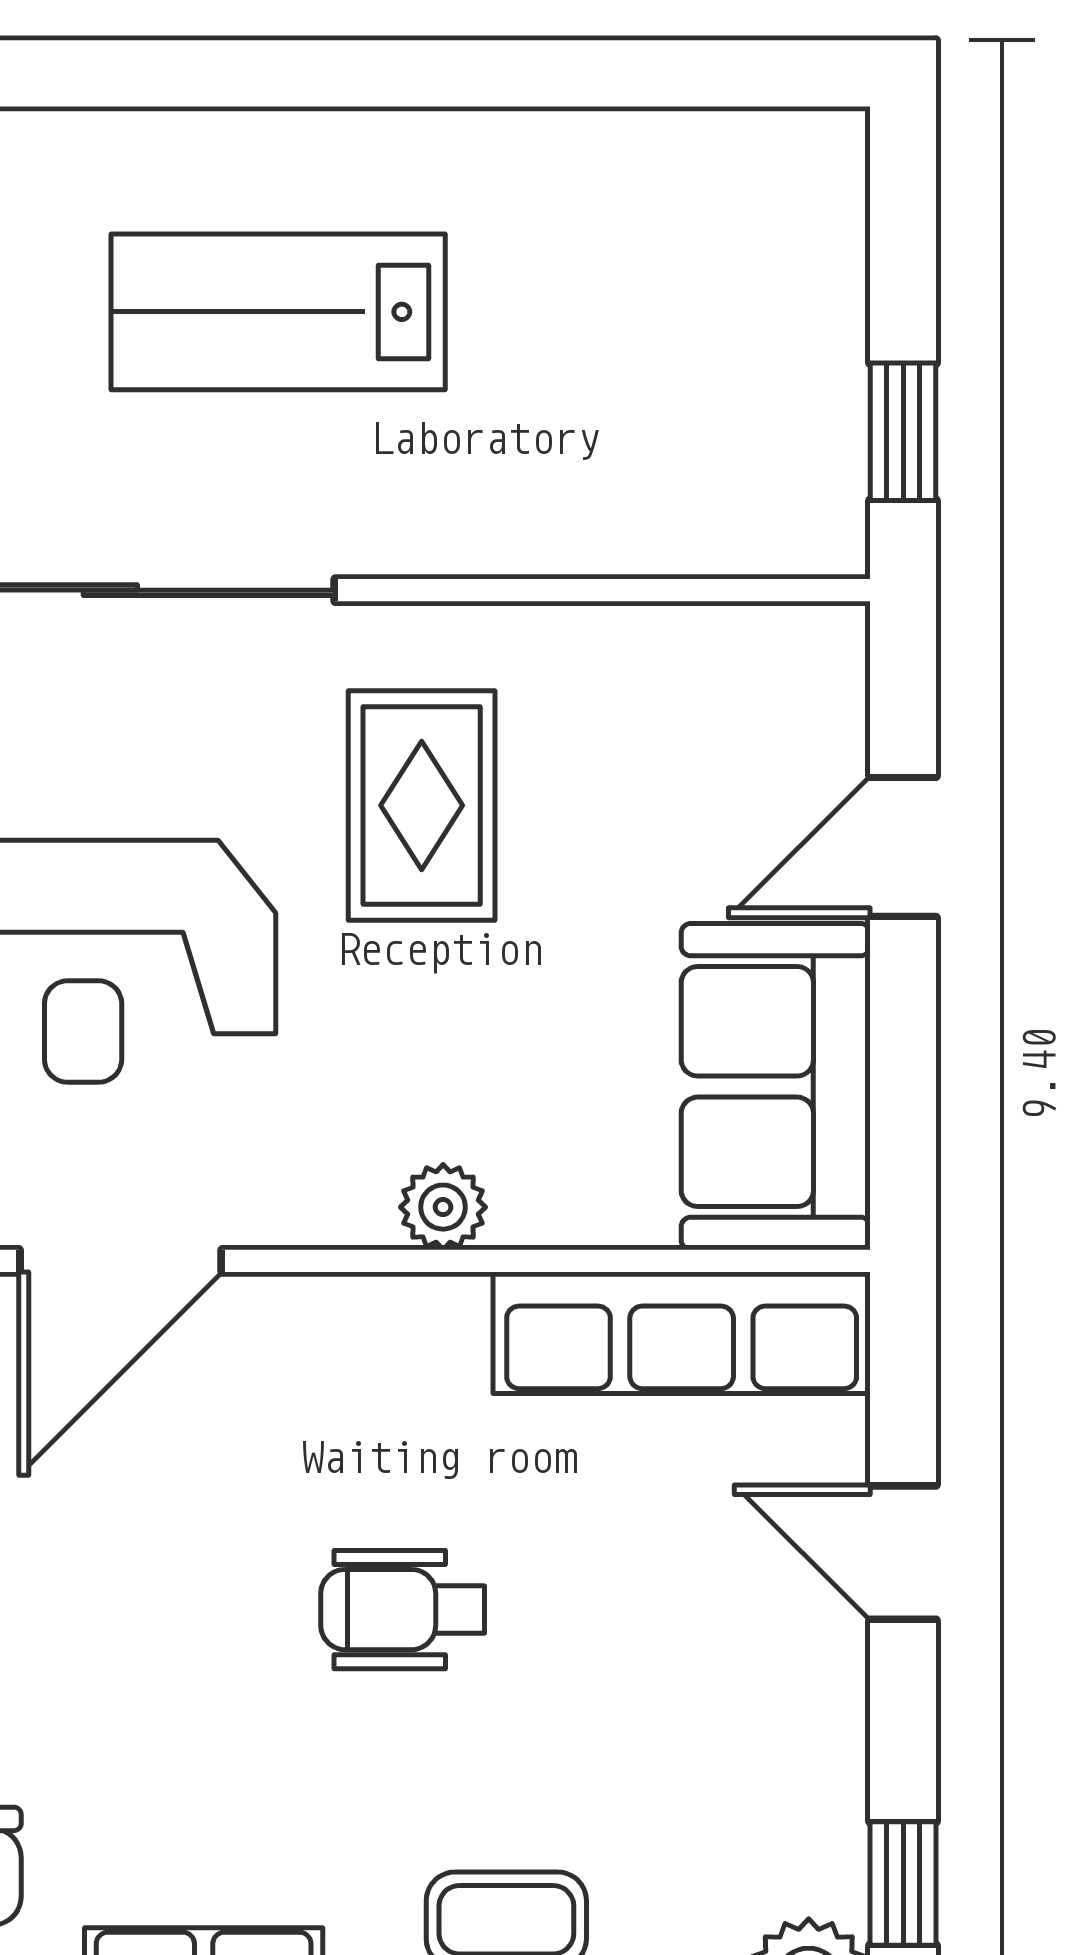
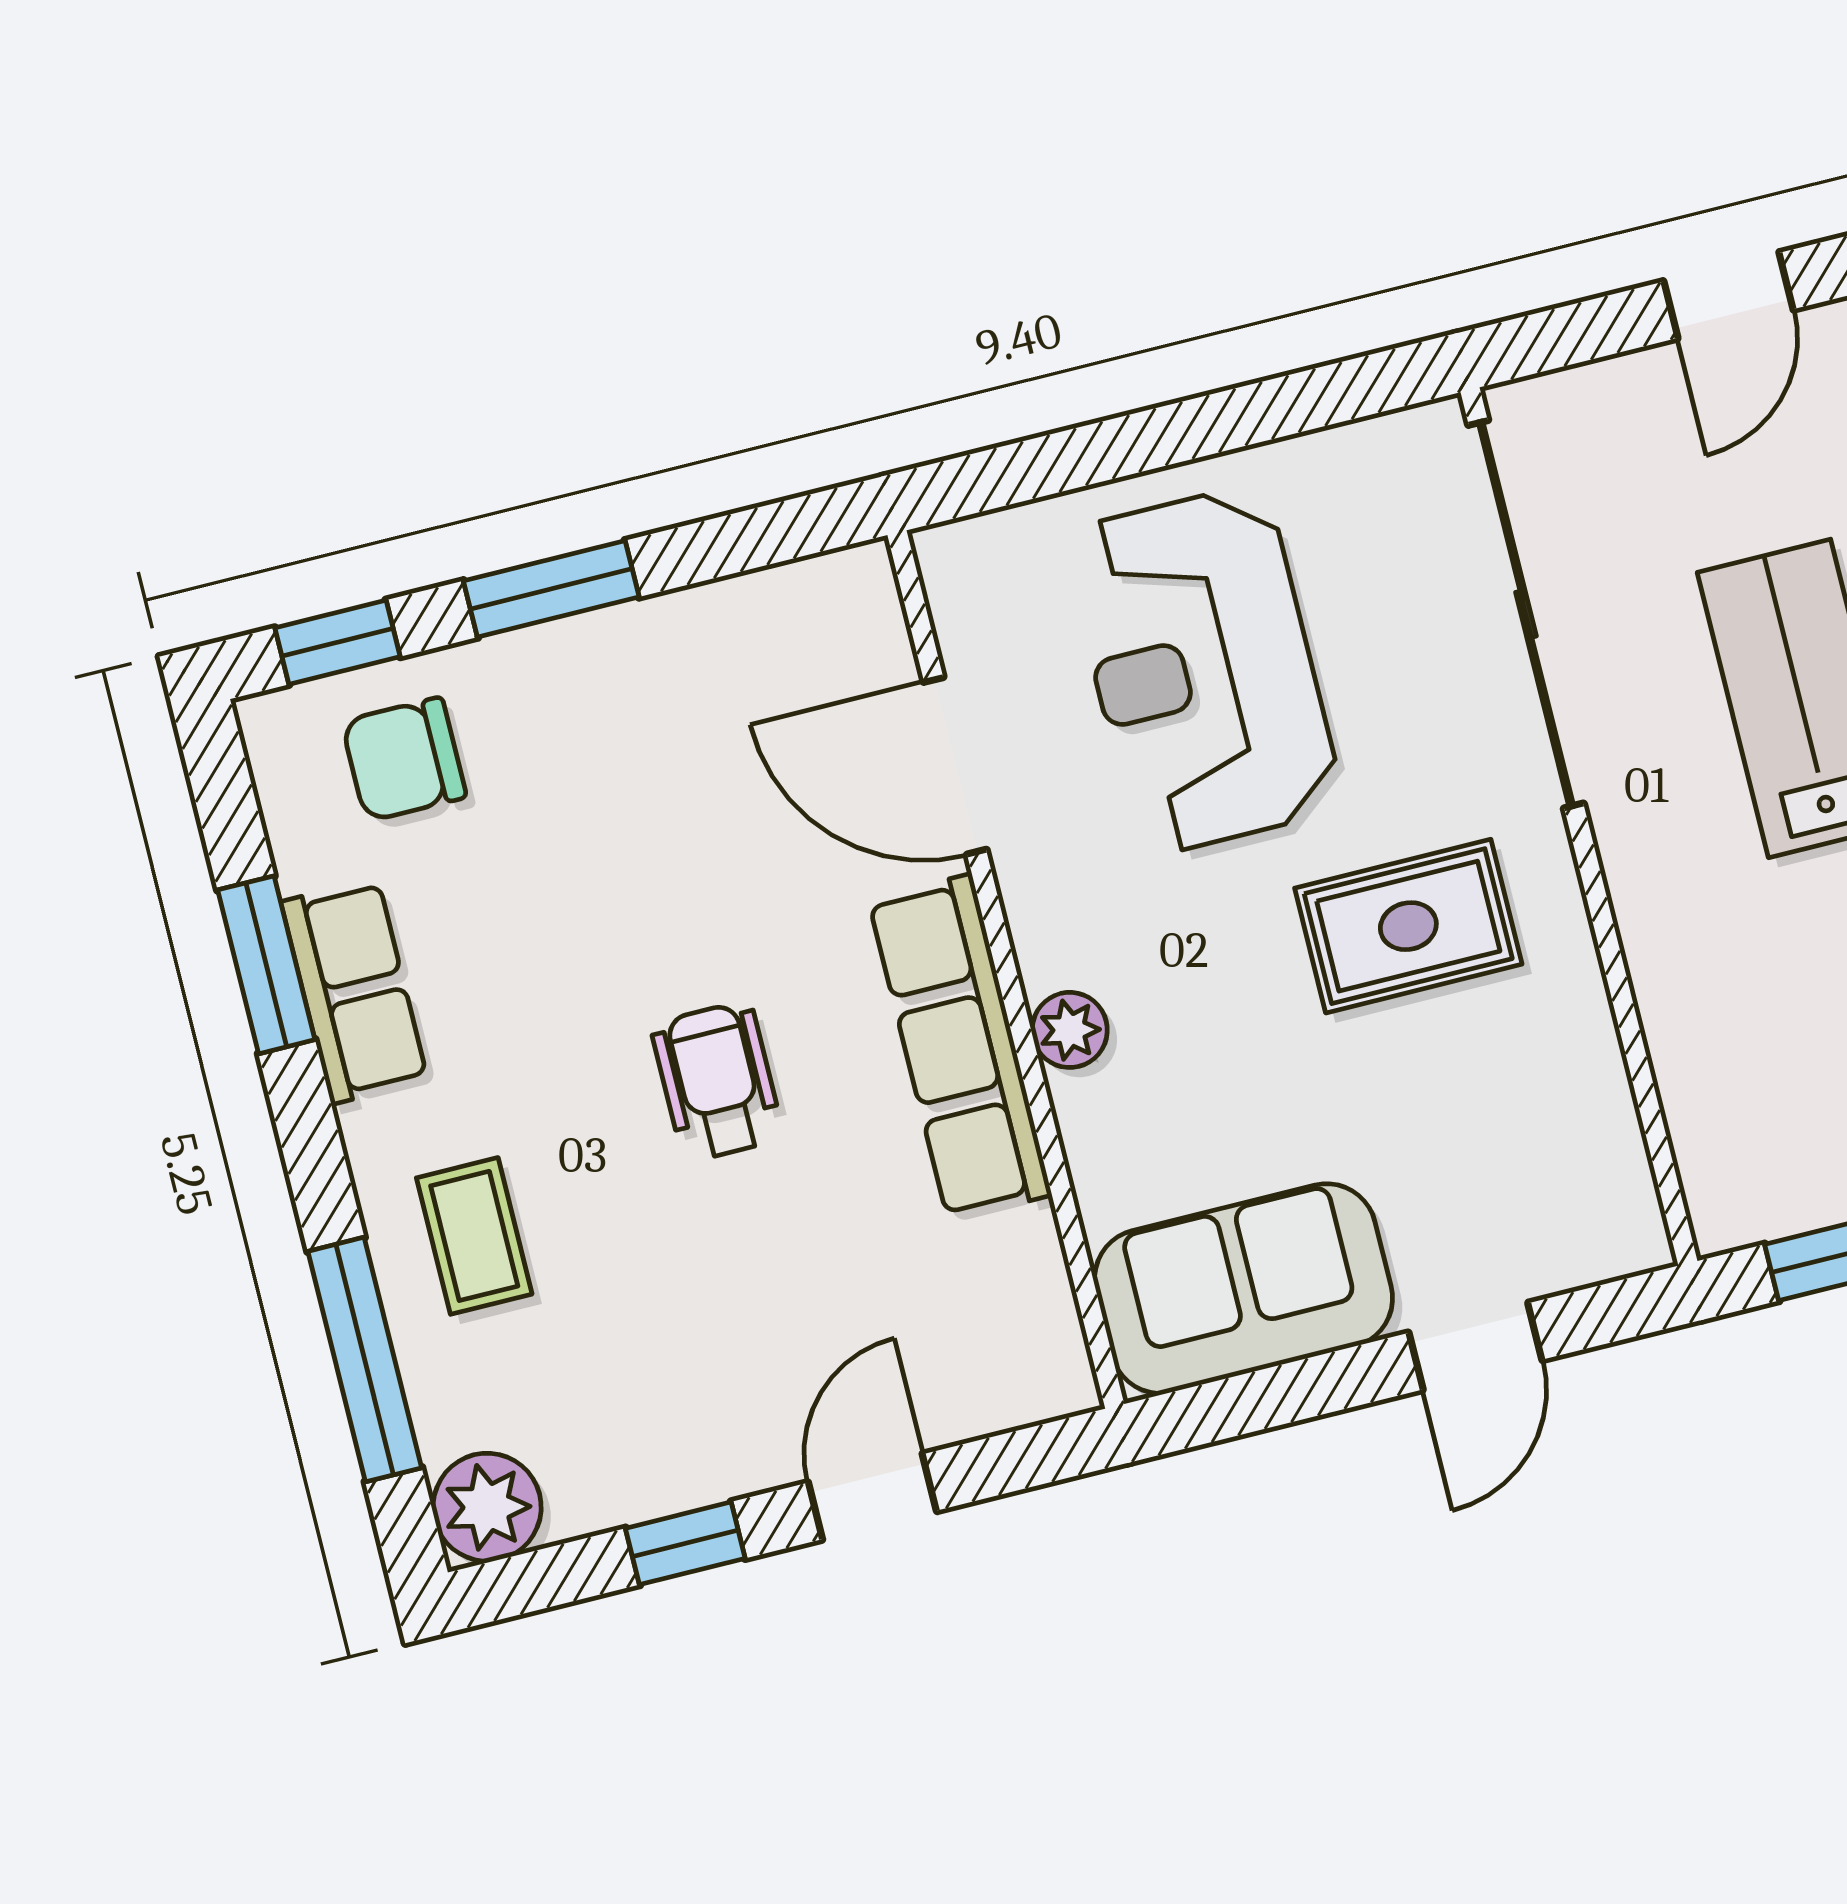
door: (903, 847) -> (1475, 1346), swing flipped
row of seats: (682, 1333) -> (960, 1047), moved
window: (903, 1884) -> (685, 1543), moved

